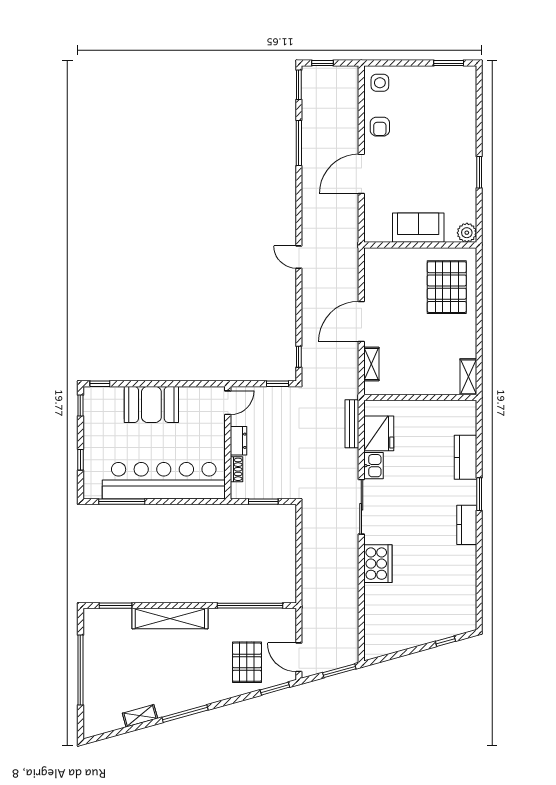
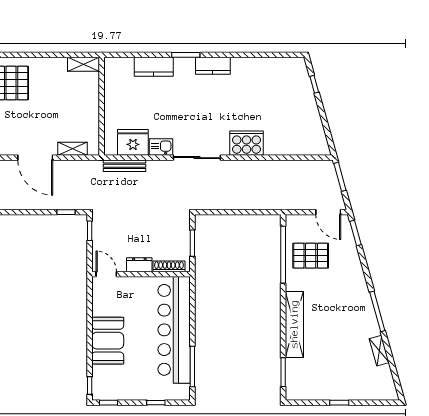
shoe rack: (237, 469) -> (169, 266), width x1.43
door: (299, 657) -> (328, 212), hinge flipped
pallet: (247, 662) -> (311, 256), moved
window: (80, 670) -> (339, 403), width x0.32

